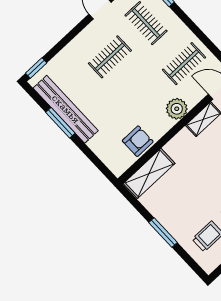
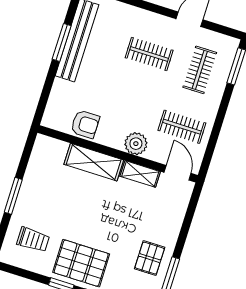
shelving: (149, 173) -> (94, 162), moved

